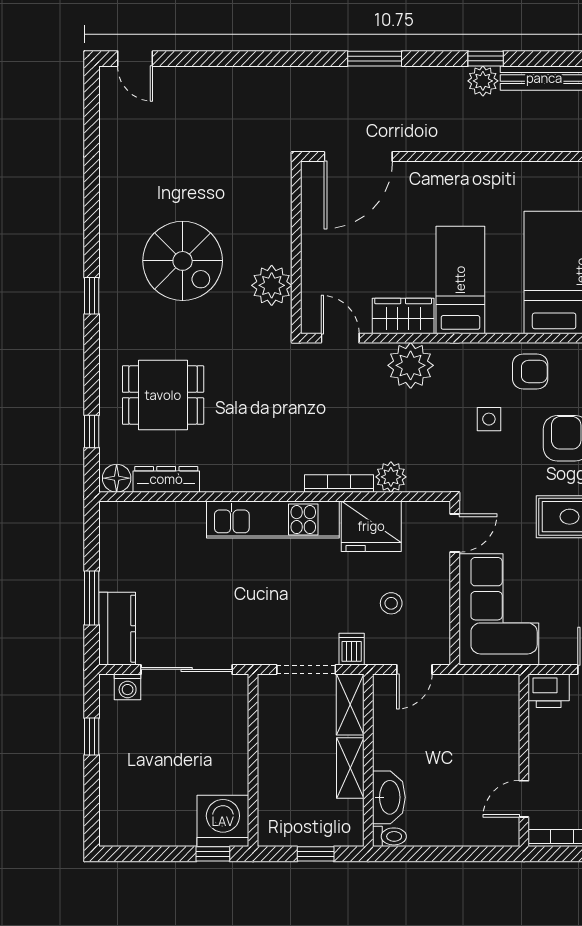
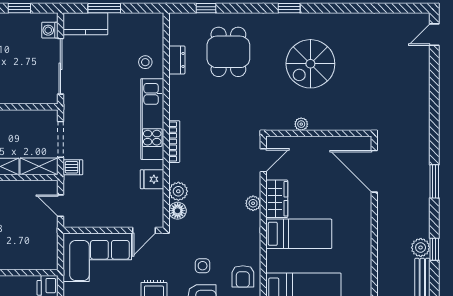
plant: (272, 285) -> (301, 124), width x0.53, depth x0.53
plant: (411, 365) -> (253, 203), width x0.53, depth x0.53
side table: (489, 419) -> (203, 266), moved
floor lamp: (117, 478) -> (178, 211), moved
dresser: (166, 479) -> (177, 60), width x0.70
bookcase: (339, 483) -> (174, 142), moved
fridge: (371, 526) -> (152, 179), width x0.53, depth x0.75
door: (455, 533) -> (144, 230), hinge flipped
stool: (391, 603) -> (145, 62), moved

